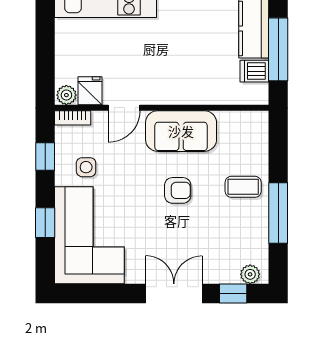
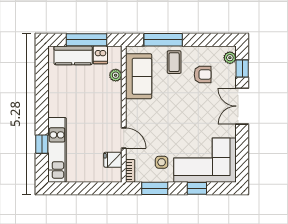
plant: (66, 95) -> (116, 75), moved
sofa: (181, 131) -> (139, 76), moved
window: (45, 156) -> (155, 188), width x1.50
armchair: (178, 190) -> (203, 75), moved, turned 90
window: (278, 213) -> (163, 40), moved

